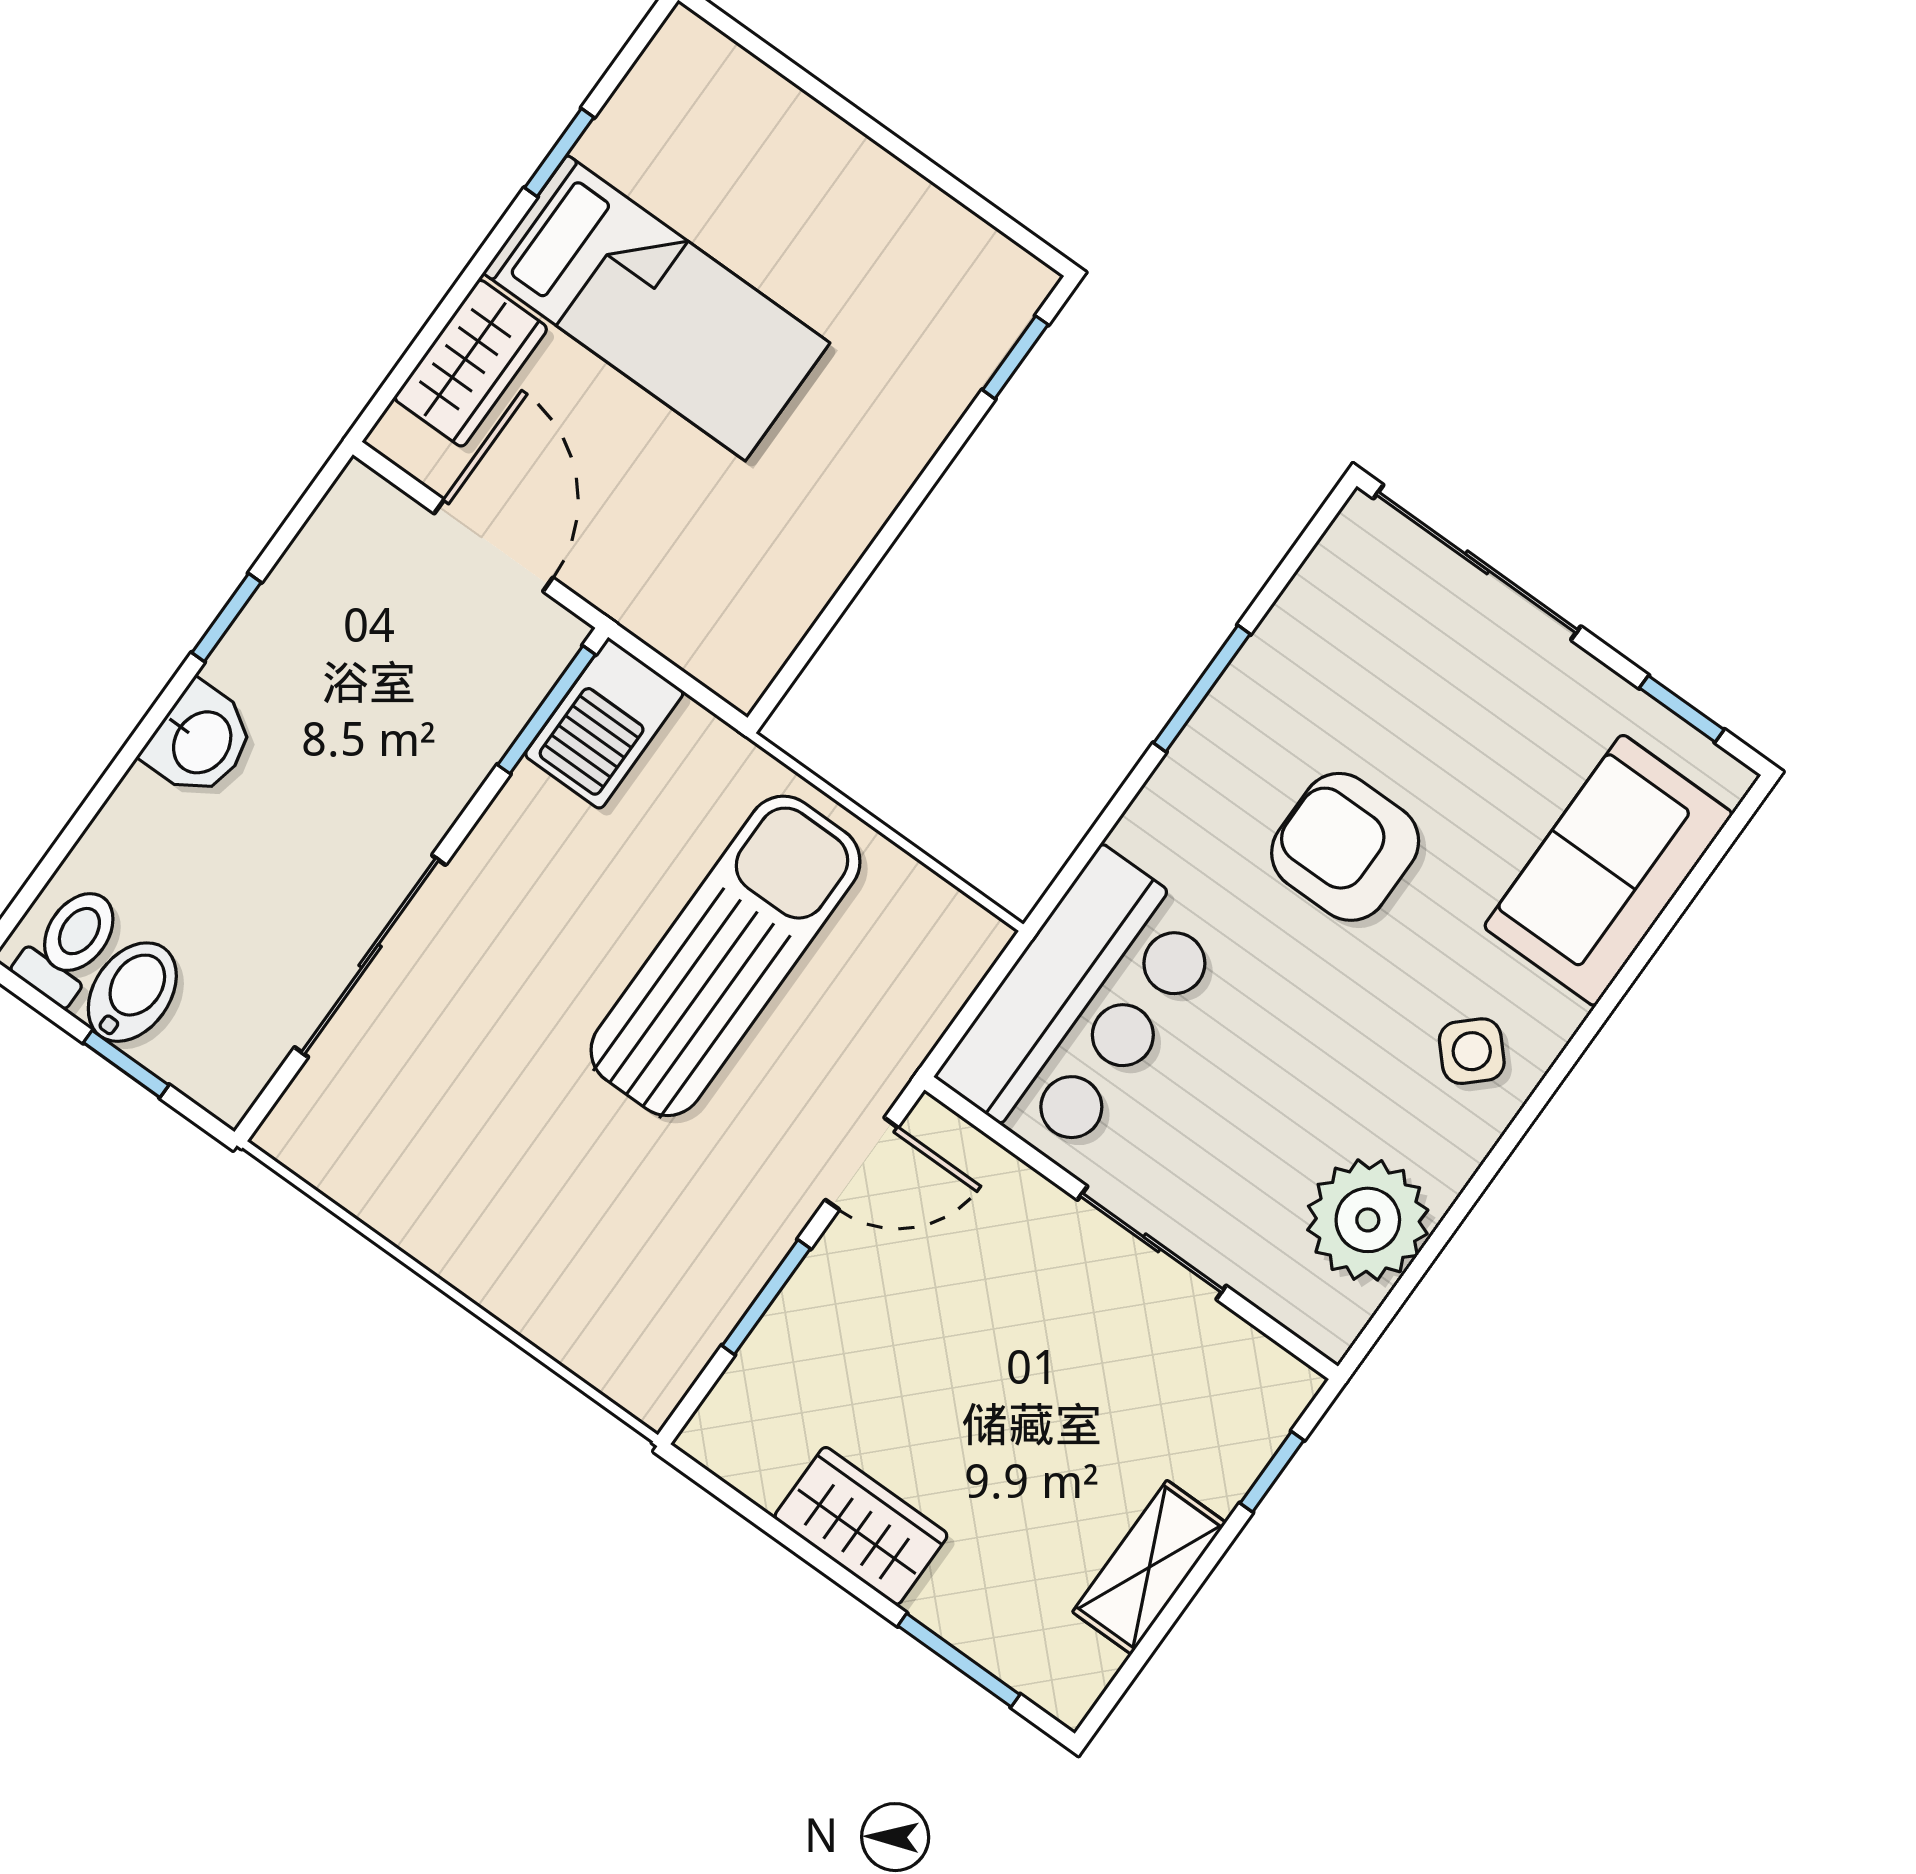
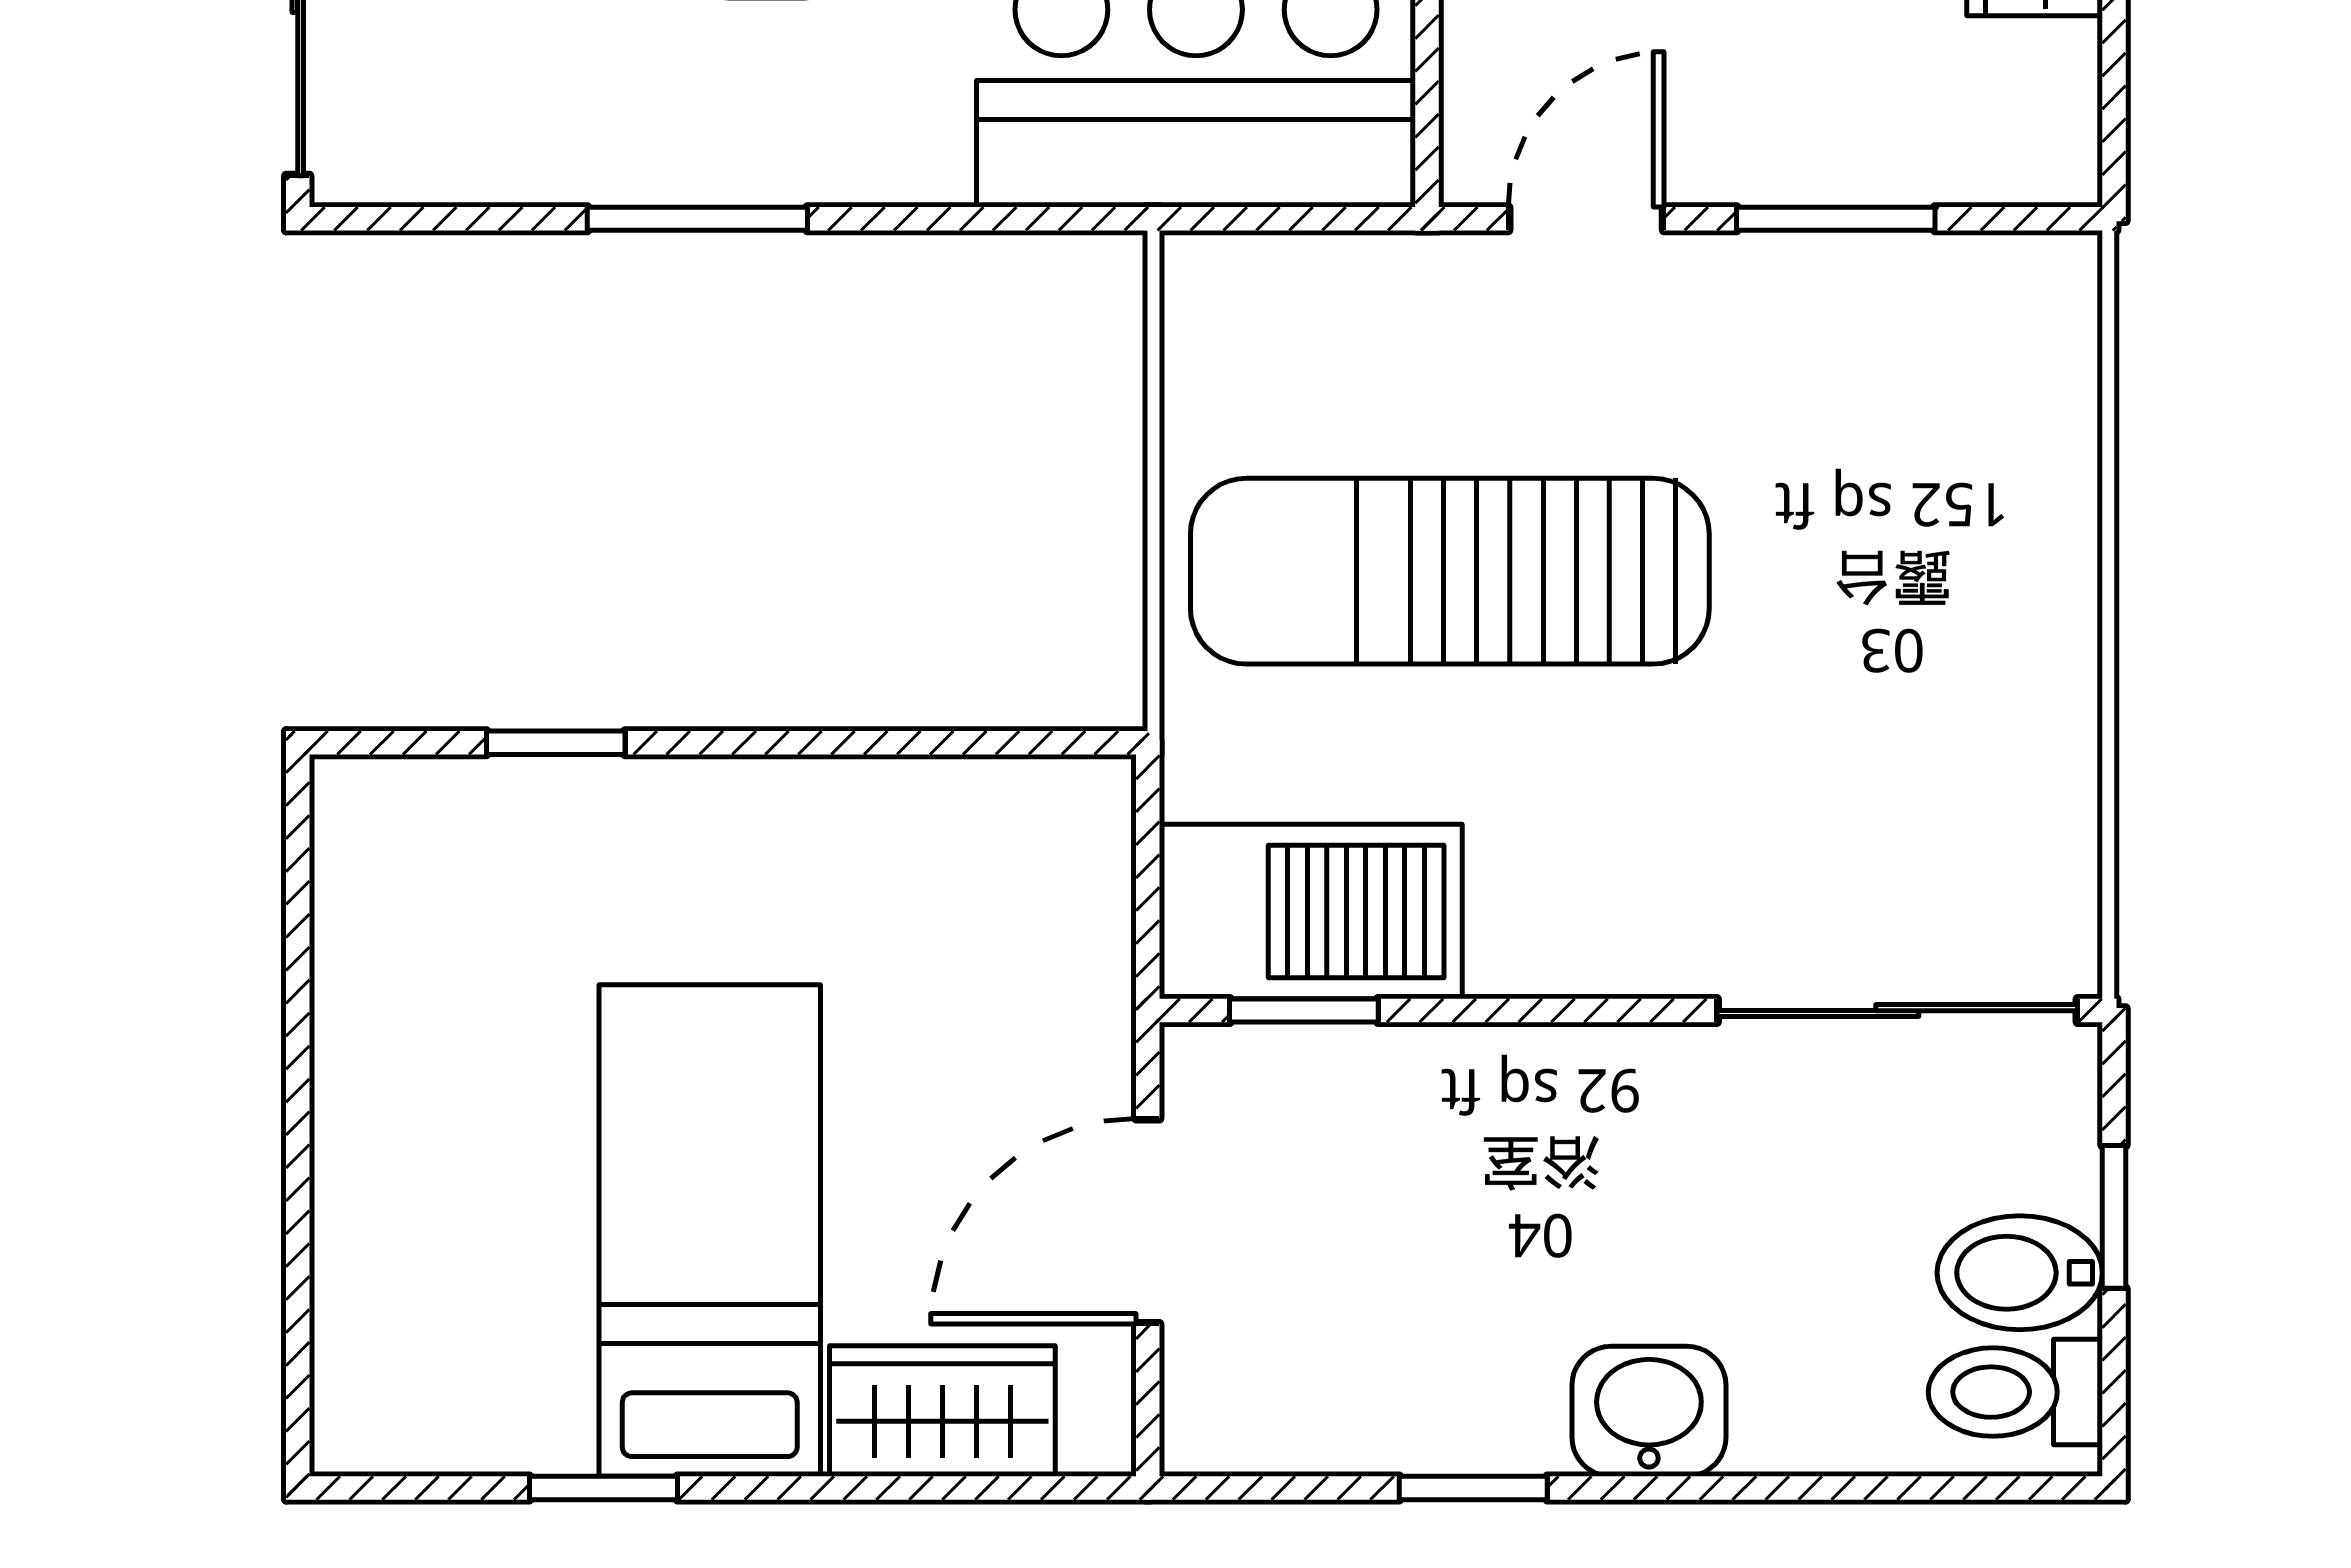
window: (1015, 357) -> (556, 743), moved
window: (546, 710) -> (1304, 1011), width x0.67
barbecue: (604, 724) -> (1311, 912), width x1.37, depth x1.21
sliding door: (370, 956) -> (1897, 1011), moved
door: (862, 1164) -> (1586, 219), hinge flipped

